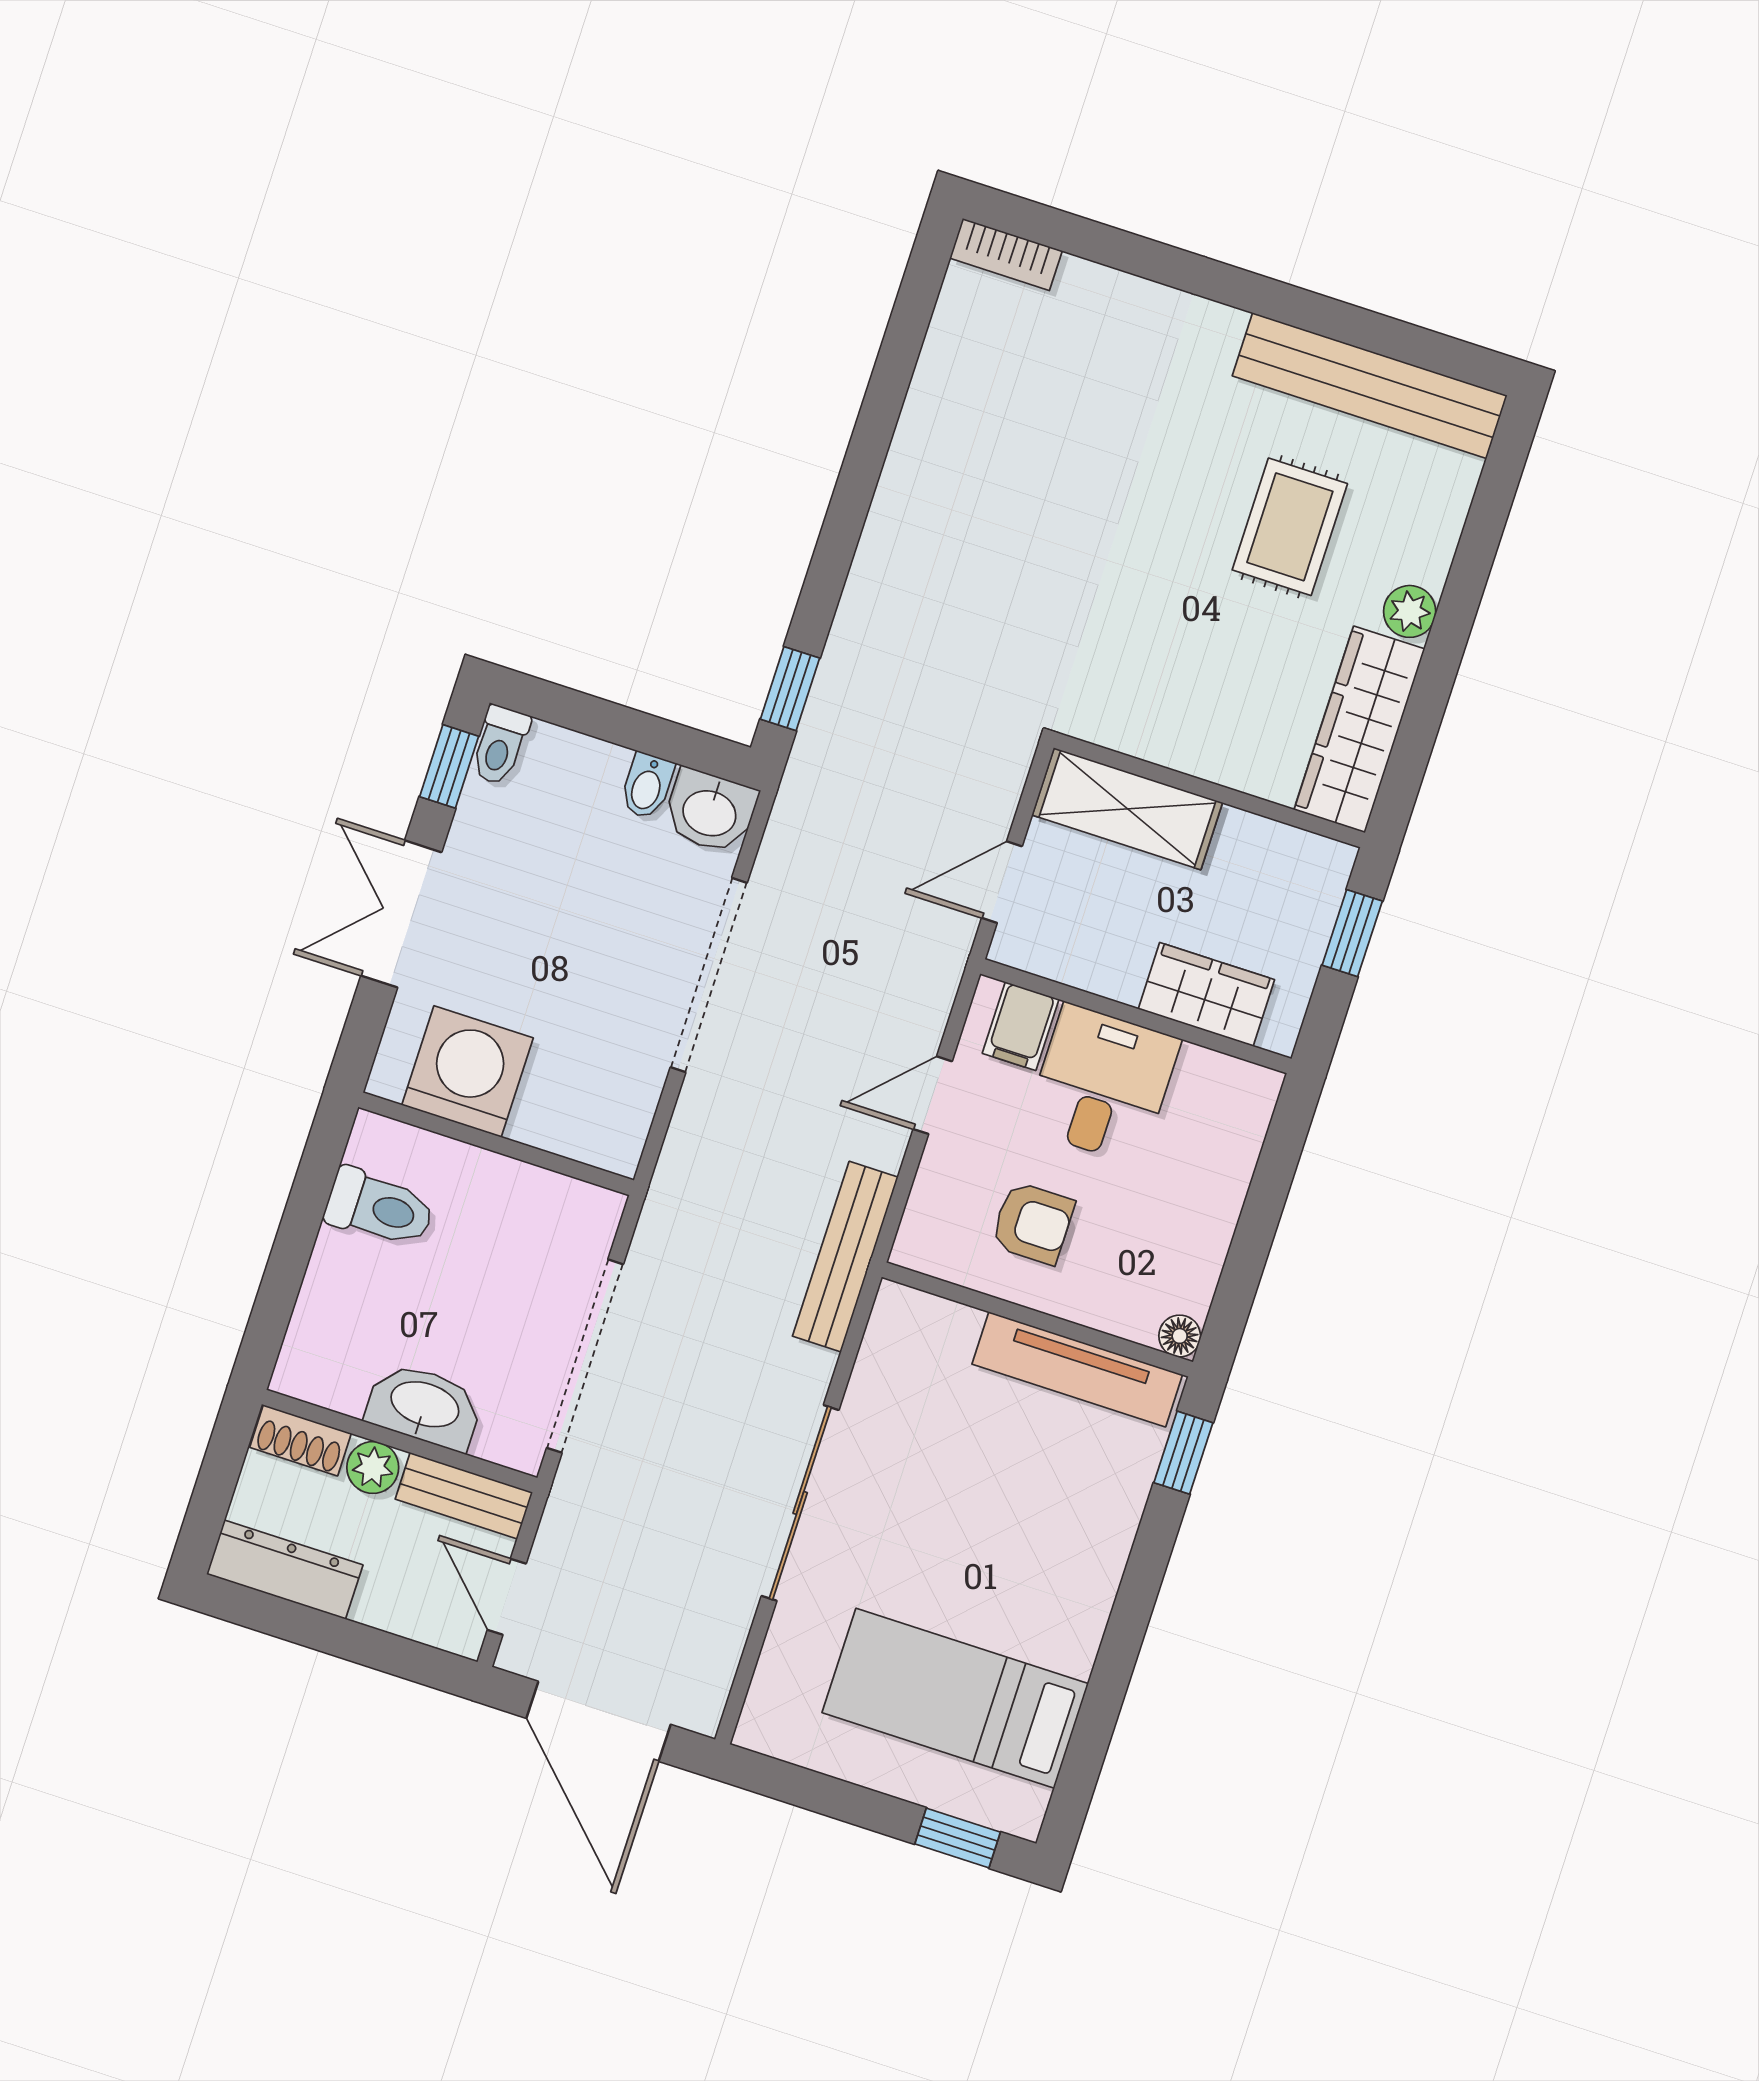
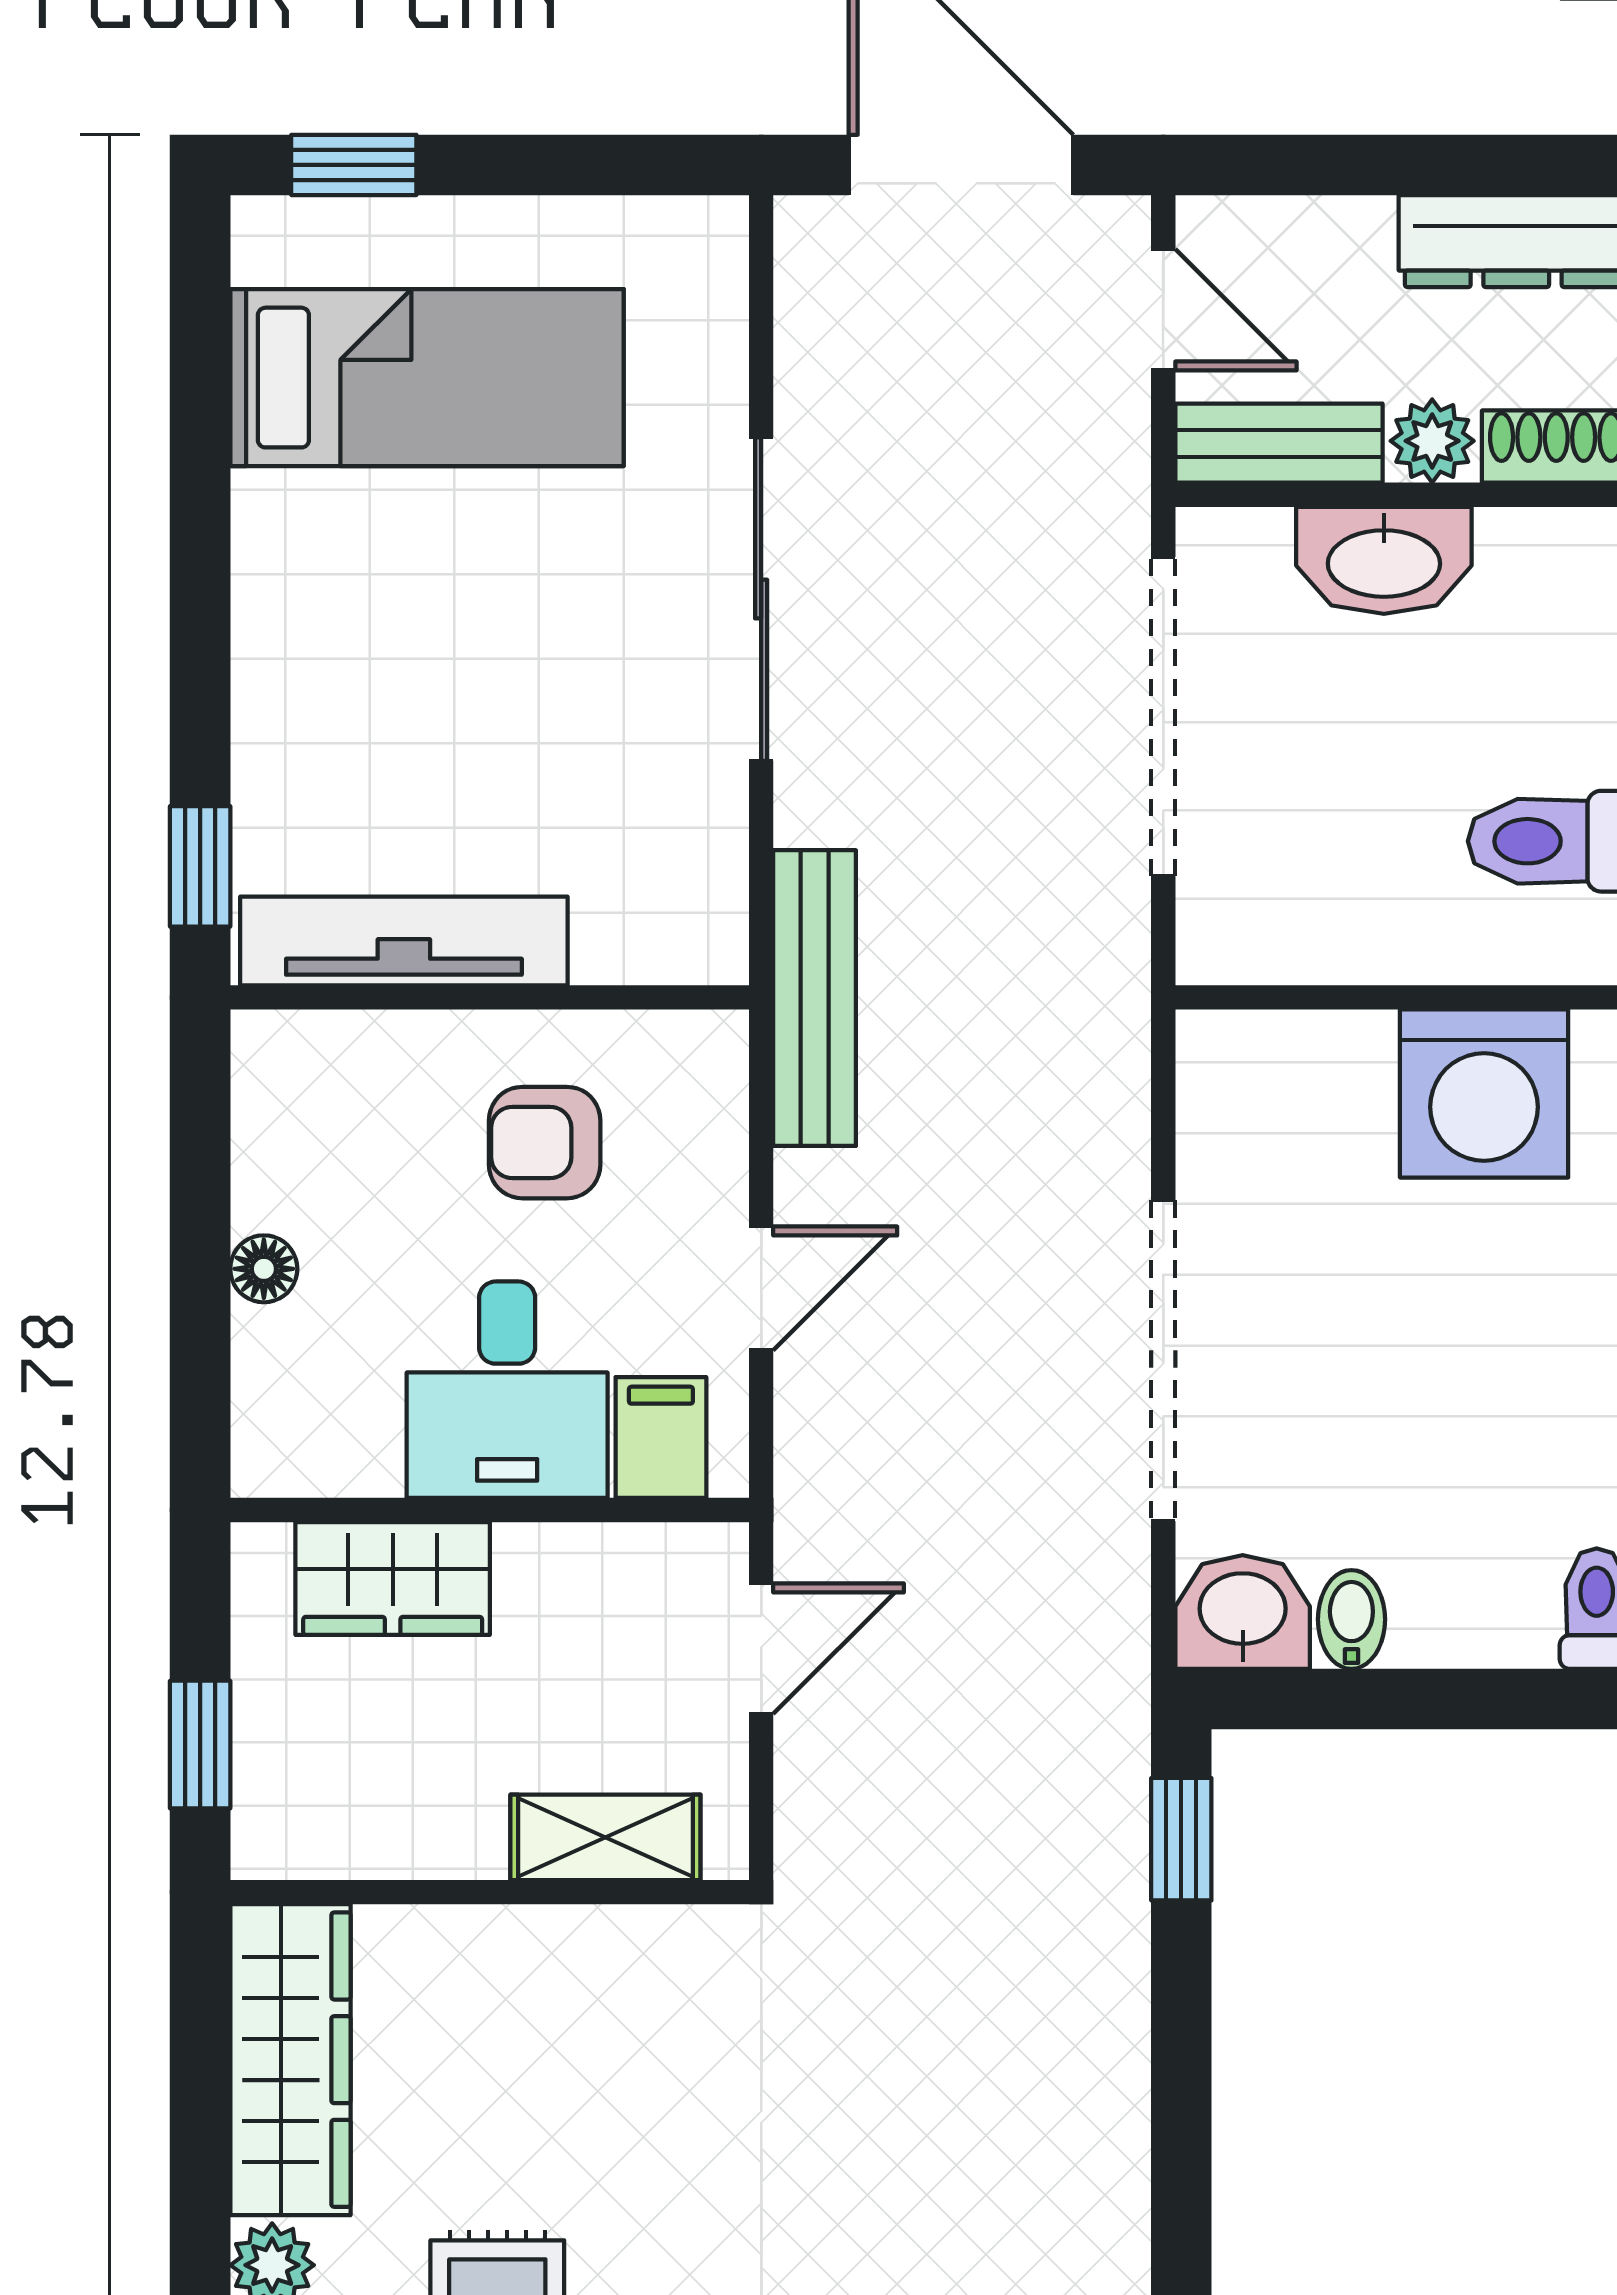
shelving: (1127, 809) -> (605, 1837), width x0.67, depth x0.75
floor lamp: (1180, 1336) -> (264, 1269), moved

